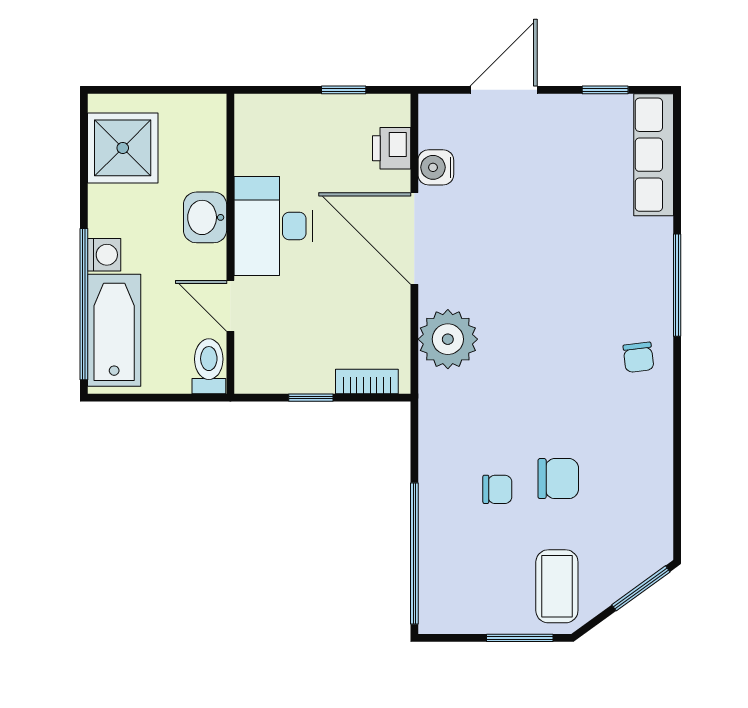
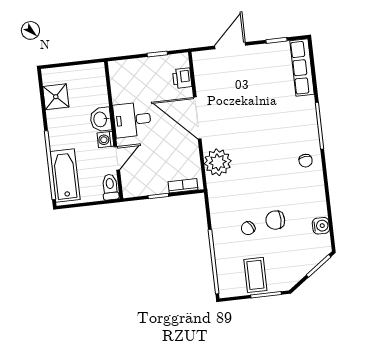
shower: (123, 148) -> (56, 97), width x0.73, depth x0.73
water cooler: (436, 167) -> (321, 226), moved, turned 180
desk: (273, 226) -> (132, 120), width x0.73
washing machine: (104, 255) -> (105, 140), moved, turned 180
door: (230, 306) -> (117, 158), swing flipped
chair: (558, 479) -> (275, 220), turned 180
chair: (497, 489) -> (248, 228), turned 149
coffee table: (557, 586) -> (255, 275), moved

